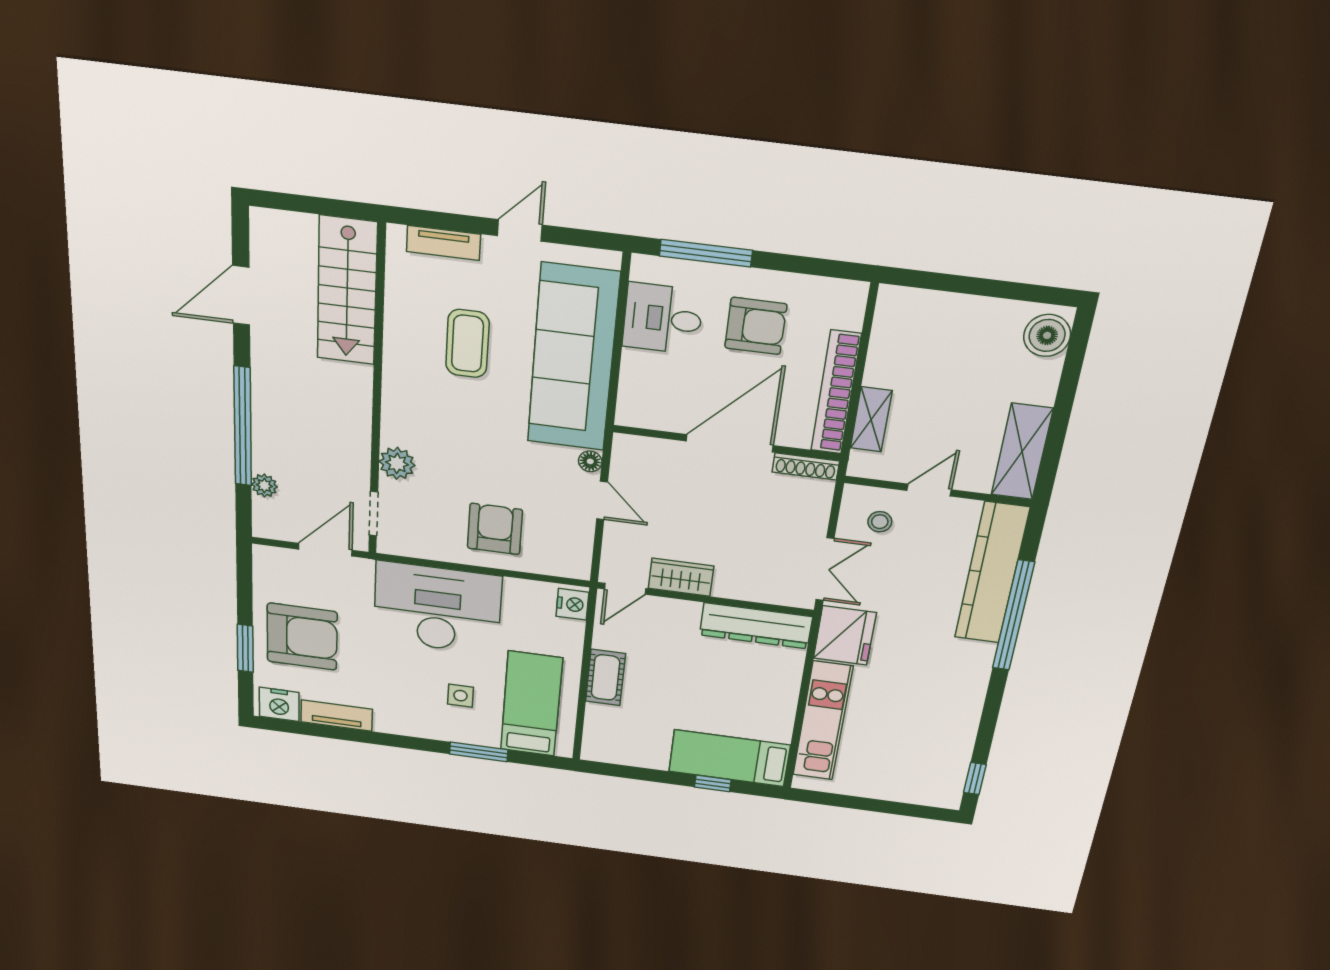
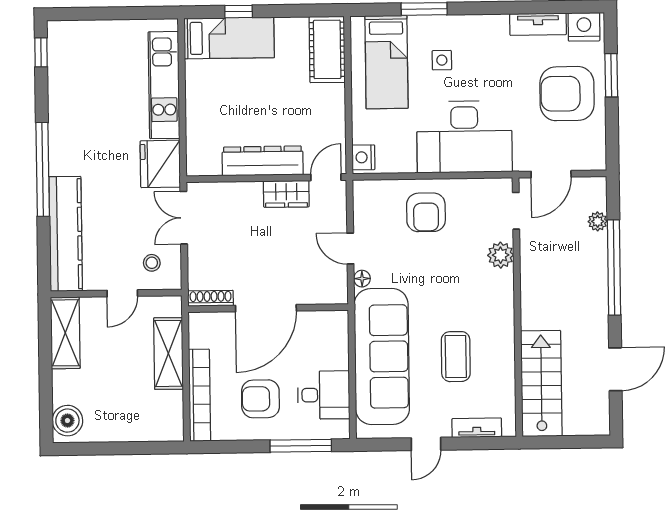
bookcase: (836, 393) -> (200, 395), moved
shelving: (871, 419) -> (168, 353), width x1.50, depth x1.33
window: (1013, 616) -> (43, 169), moved
dresser: (756, 626) -> (263, 161), moved
cot: (605, 677) -> (327, 49), moved, width x1.37, depth x1.34

